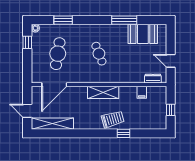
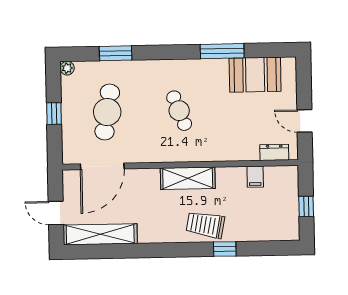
window: (27, 42) -> (54, 114), moved
trolley: (113, 119) -> (205, 225), turned -153

